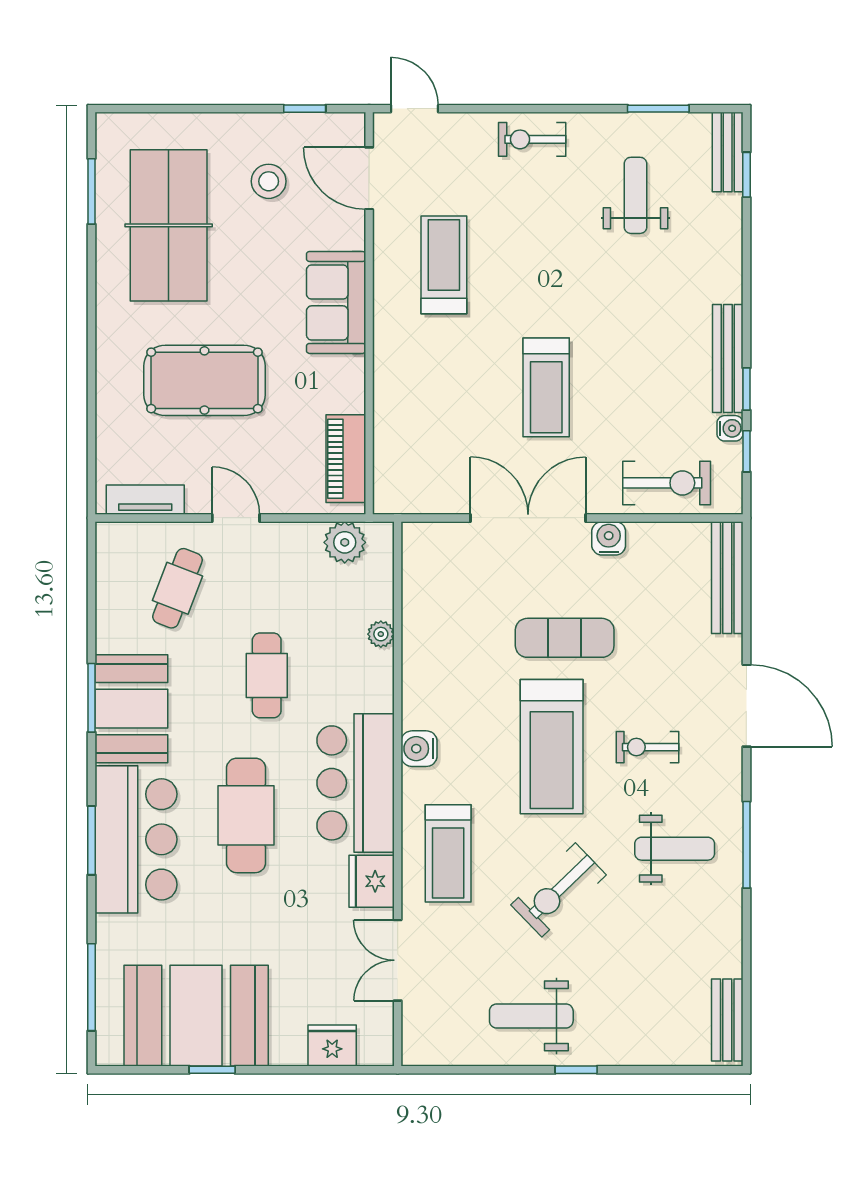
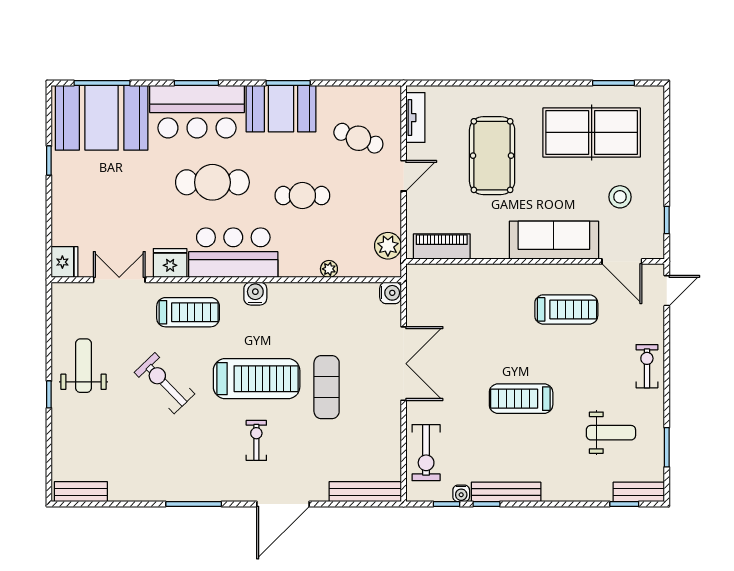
door: (369, 178) -> (622, 261), swing flipped
sofa: (336, 302) -> (554, 240), width x1.36
treadmill: (546, 387) -> (521, 399), moved
water cooler: (609, 538) -> (390, 293), moved
treadmill: (552, 747) -> (257, 379), turned 180
weight bench: (675, 849) -> (191, 458), removed
treadmill: (448, 853) -> (188, 312), turned 180
booth: (196, 1016) -> (102, 118), moved, turned 90
fridge: (332, 1045) -> (65, 262), moved

